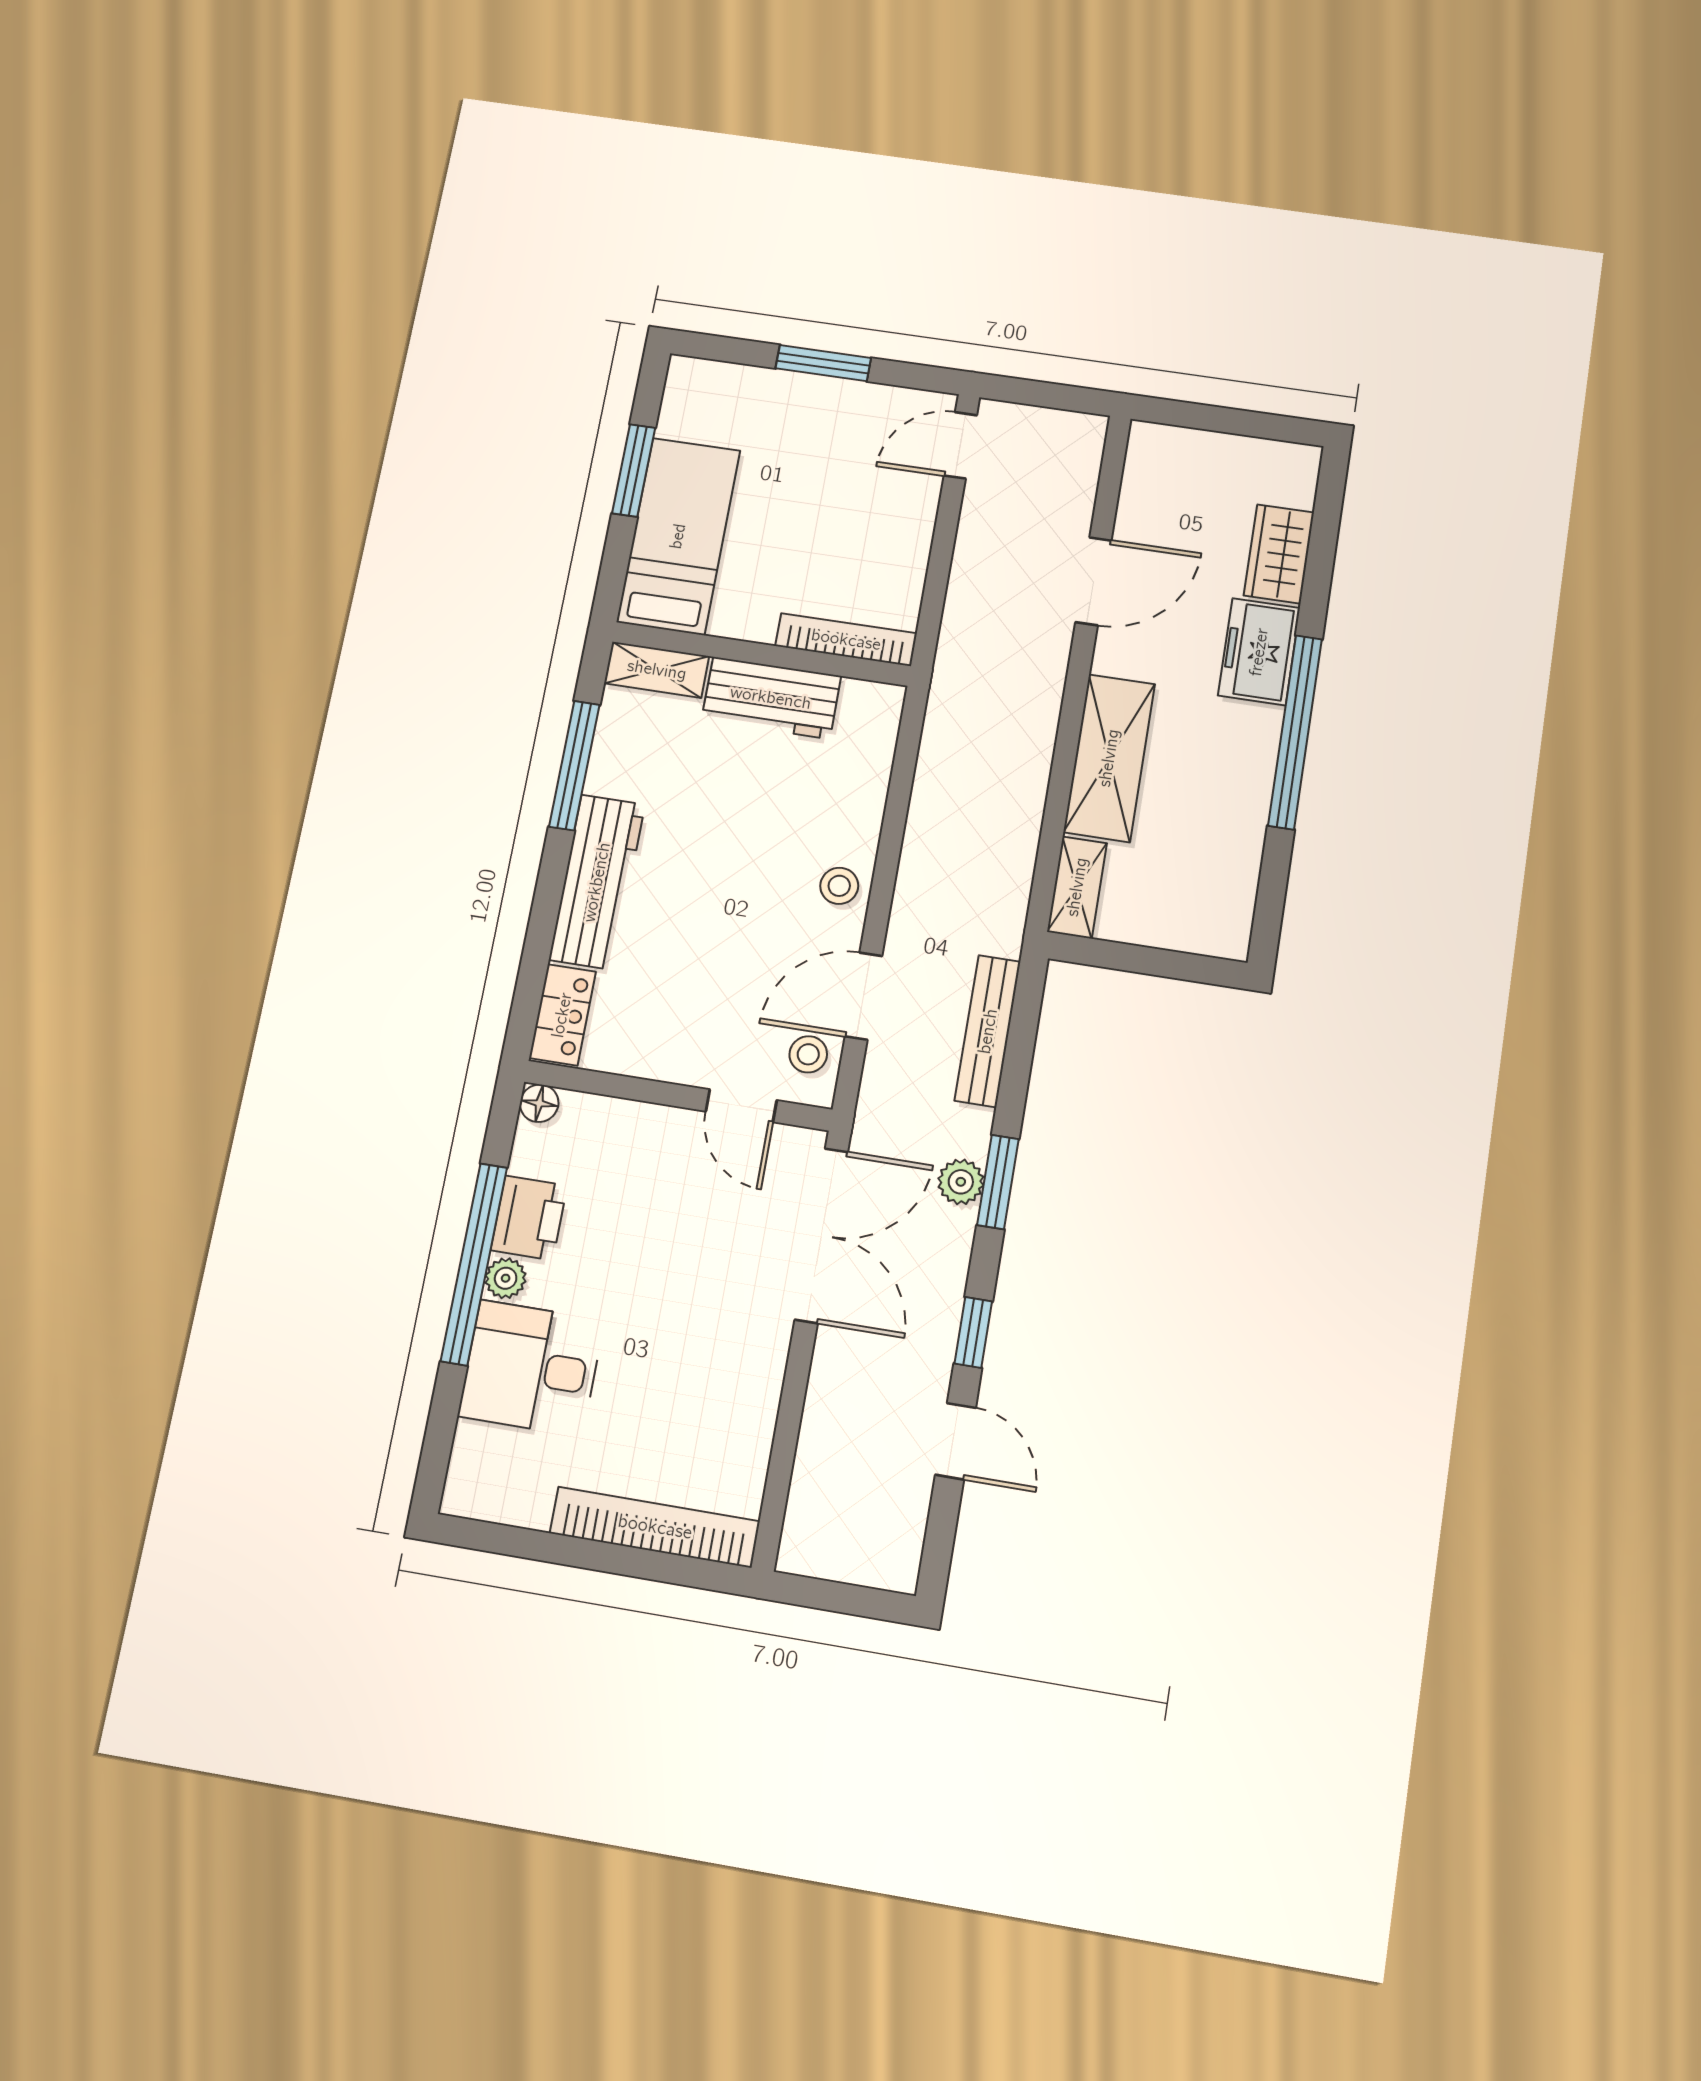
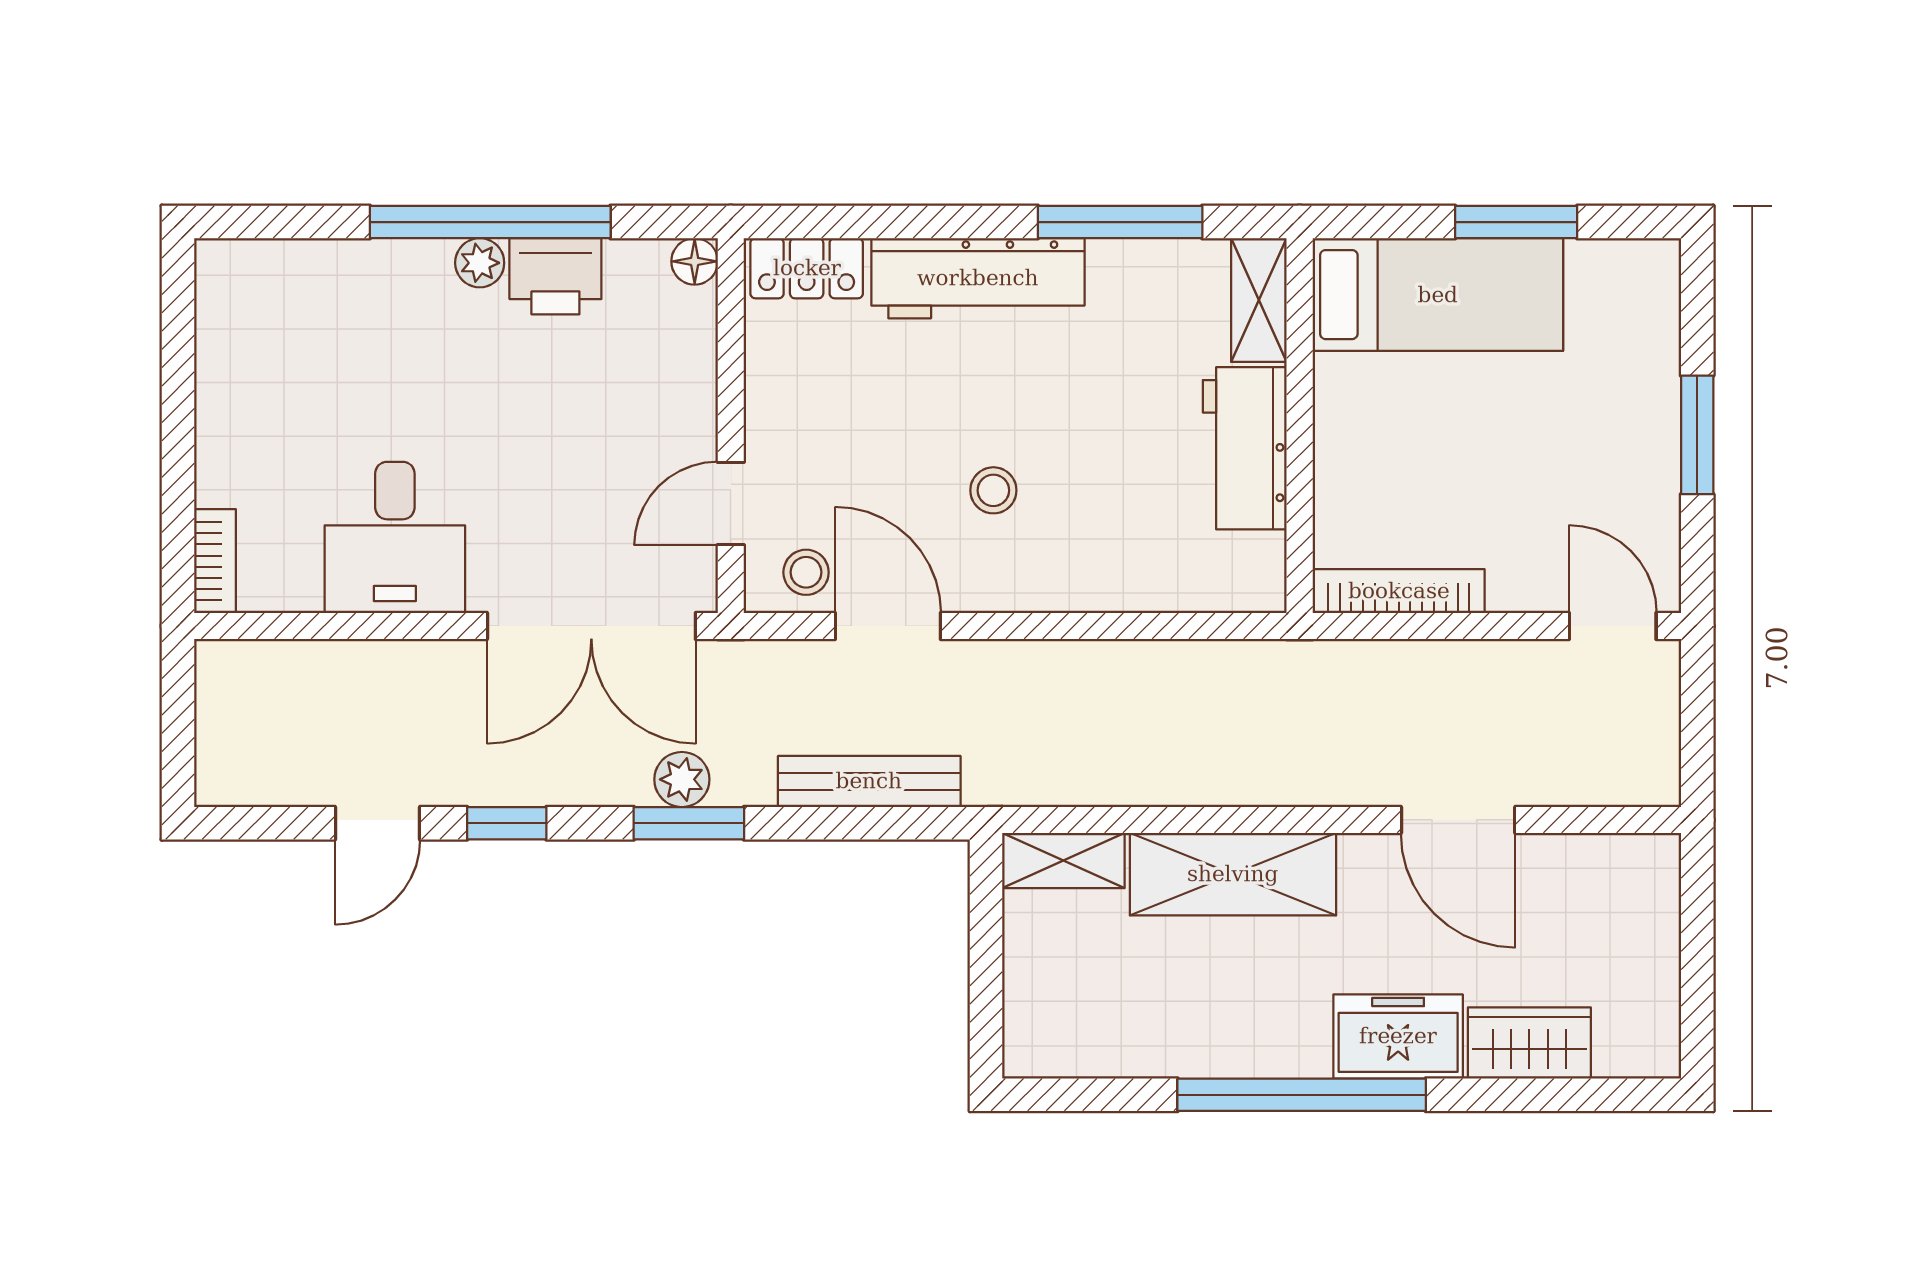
bookcase: (846, 640) -> (1399, 591), moved, turned -90
stool: (839, 886) -> (993, 490), moved
desk: (531, 1368) -> (395, 537), moved, turned 180
bookcase: (655, 1527) -> (215, 561), width x0.43, depth x0.76

